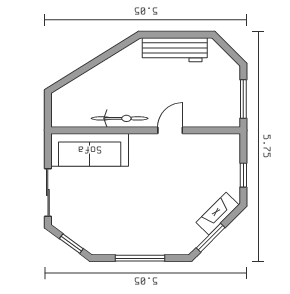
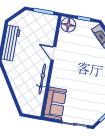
floor lamp: (227, 148) -> (68, 25), added
sofa: (90, 150) -> (55, 103), width x0.73

